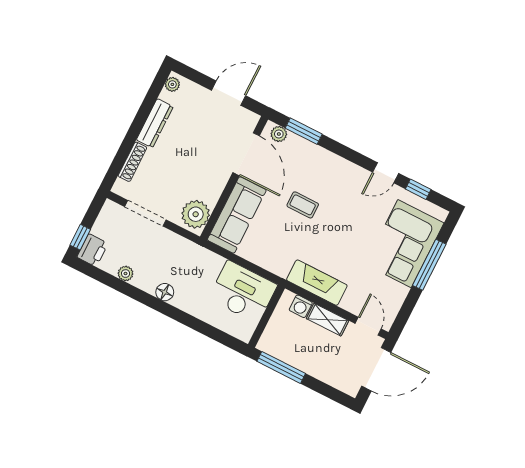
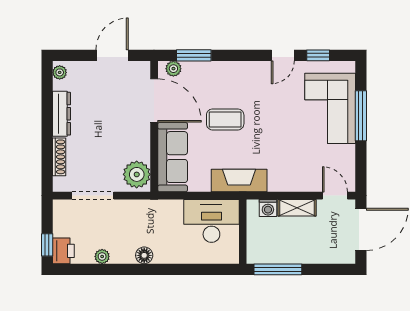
coffee table: (303, 205) -> (225, 119), width x1.36, depth x1.30
fireplace: (317, 283) -> (239, 180), moved

